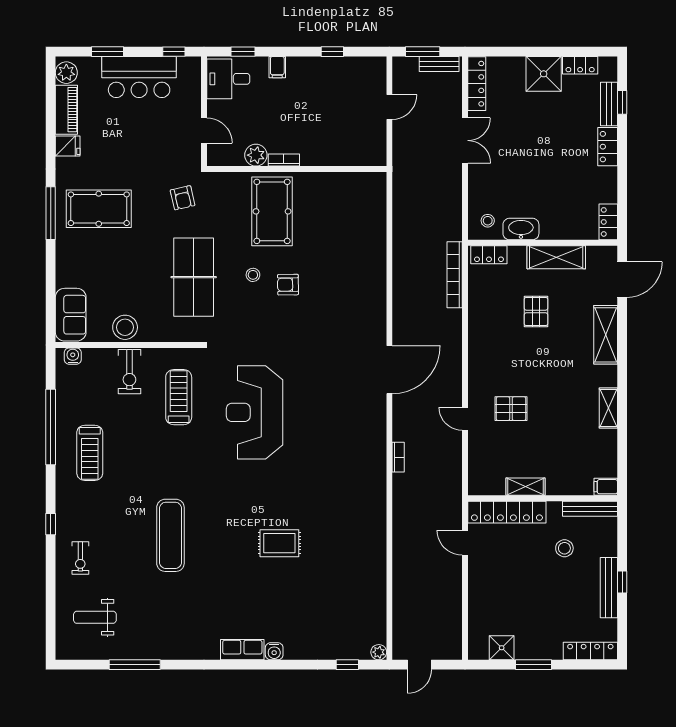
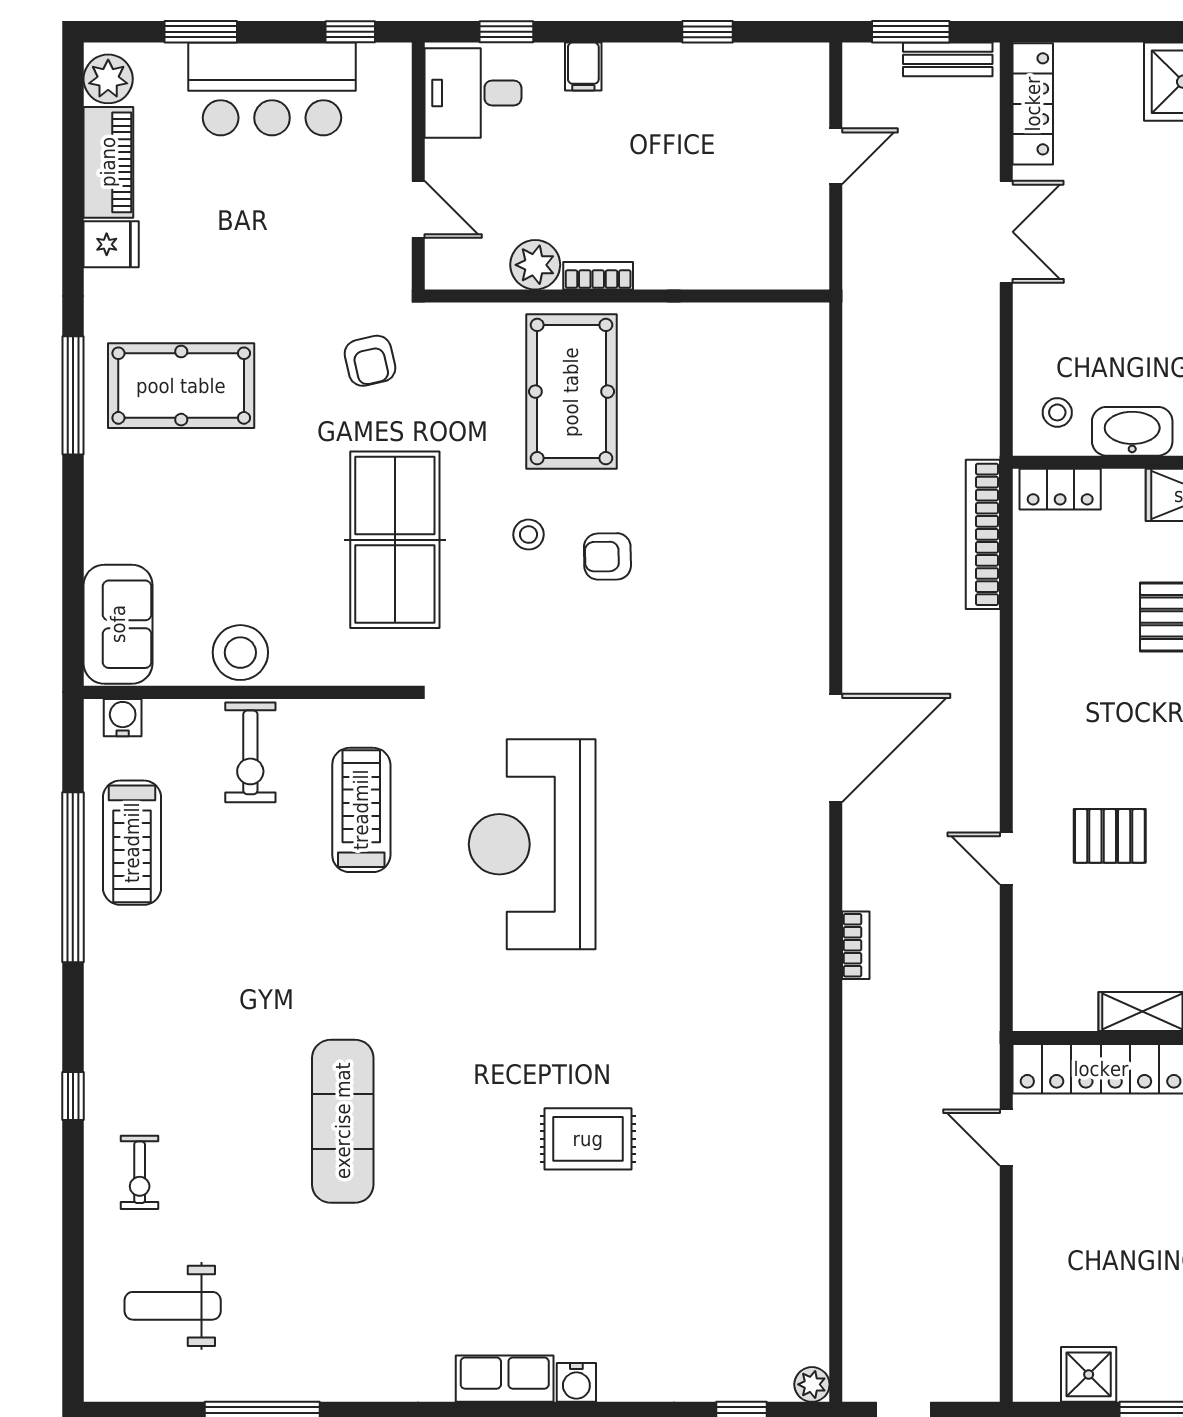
treadmill: (90, 453) -> (132, 843), moved

